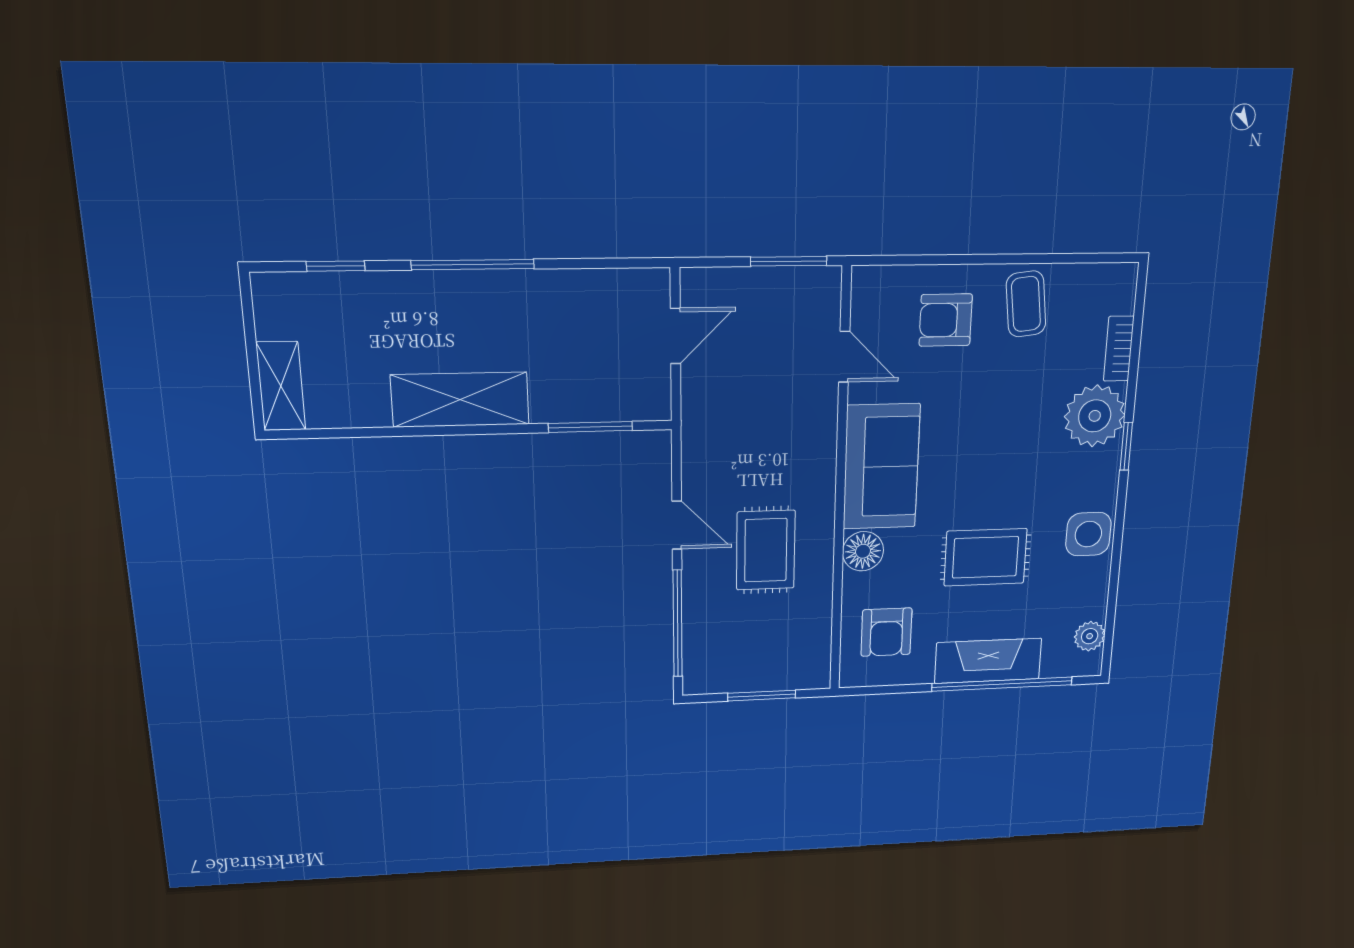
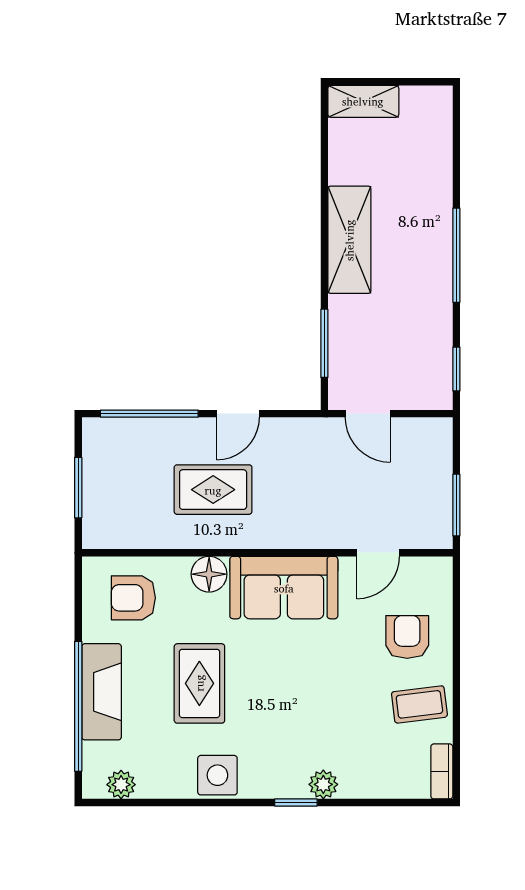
window: (336, 266) -> (456, 369), moved
door: (676, 336) -> (368, 414), moved
bookcase: (1119, 349) -> (442, 771), moved, turned -90
plant: (1095, 416) -> (323, 784), width x0.53, depth x0.53

